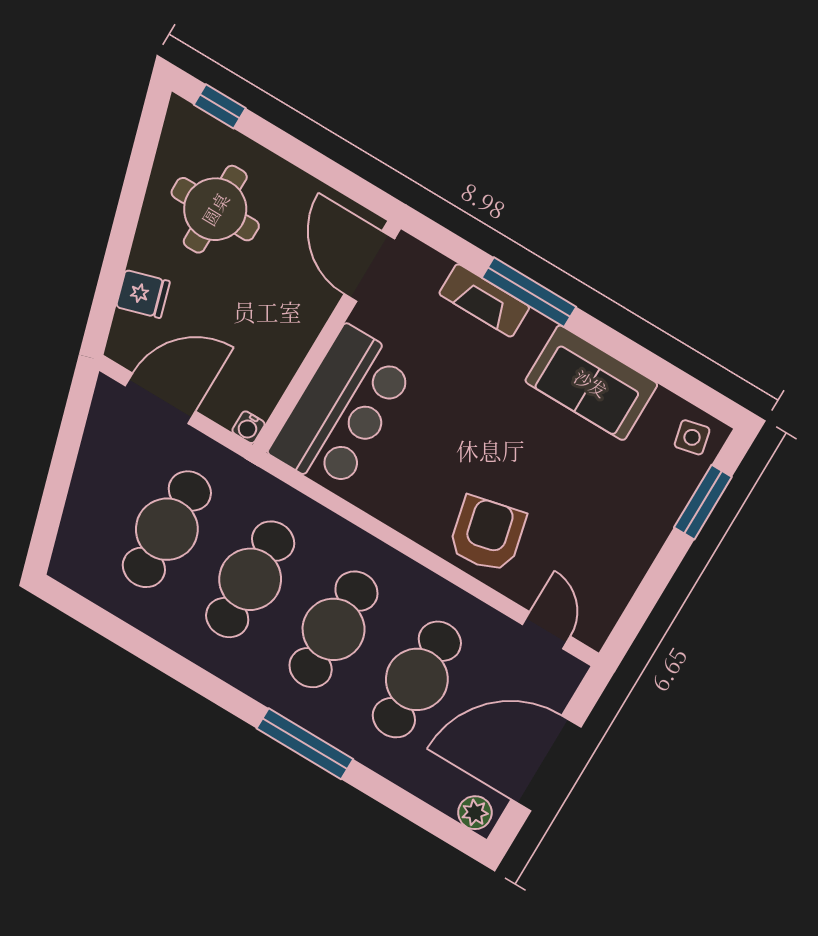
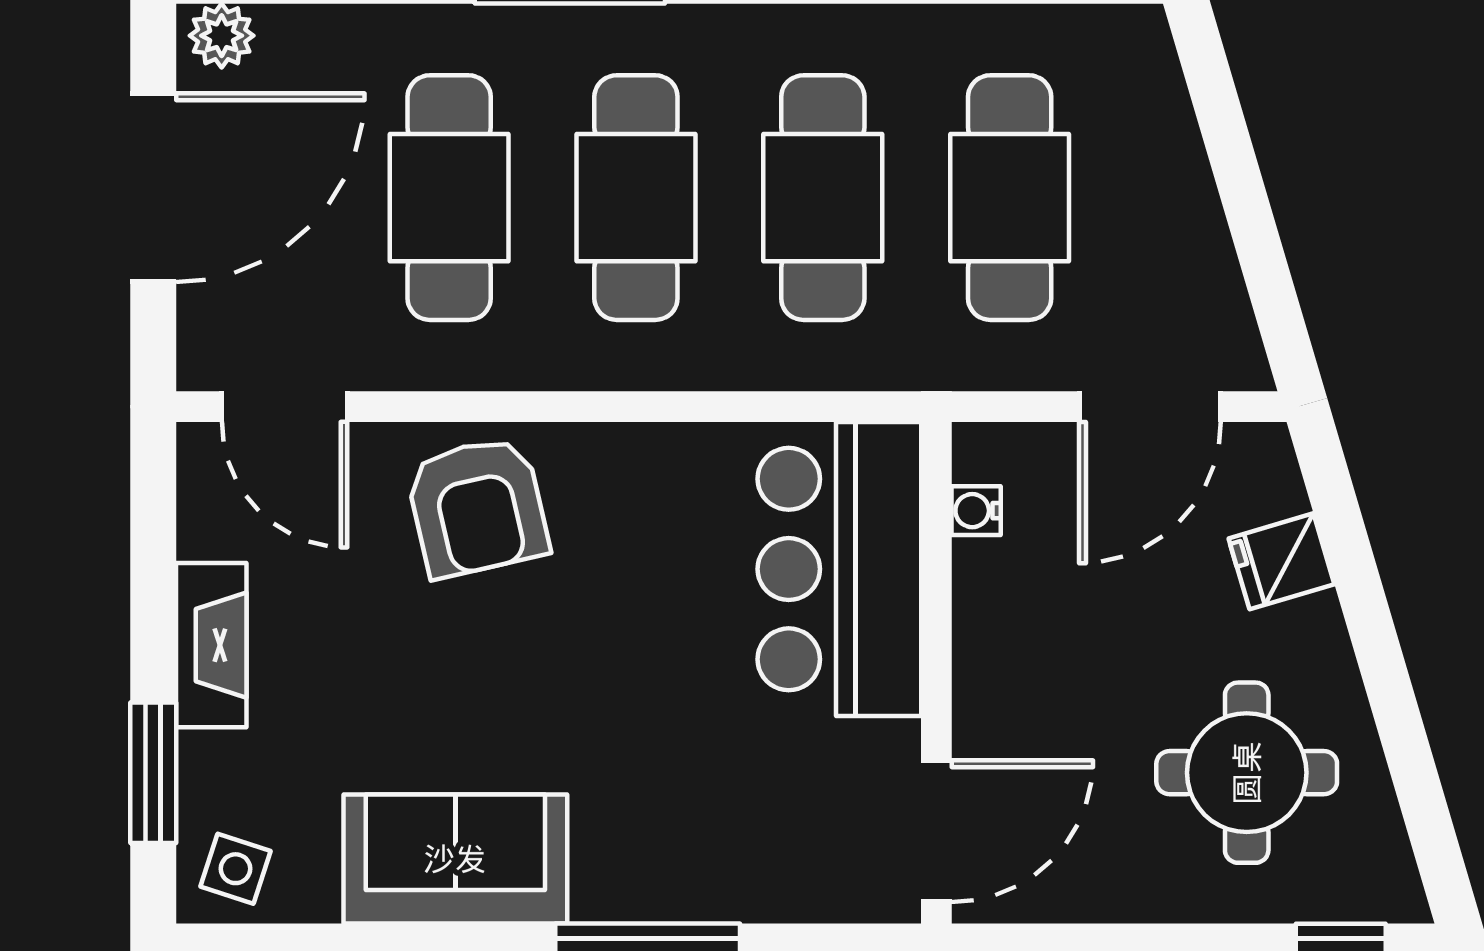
door: (369, 266) -> (936, 831), hinge flipped
fireplace: (484, 300) -> (211, 645), moved, turned 90
water cooler: (248, 427) -> (976, 511), moved, turned -90
side table: (692, 437) -> (236, 869), turned 31
door: (546, 630) -> (285, 407), width x1.37

